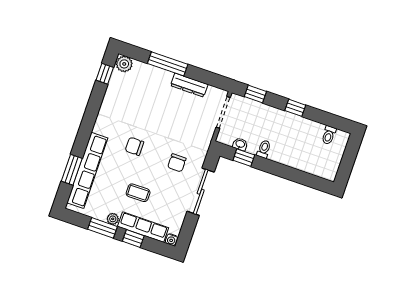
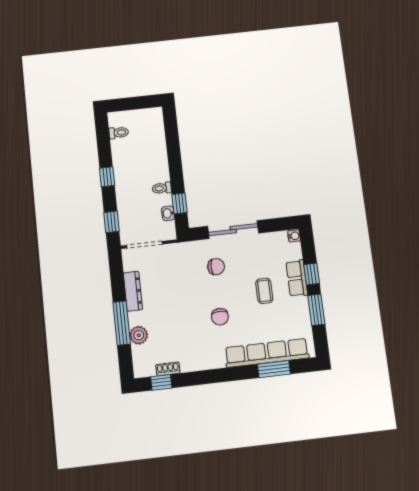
plant: (124, 64) -> (139, 335), moved
shoe rack: (113, 84) -> (168, 369), added
plant: (113, 219) -> (302, 304), removed
row of seats: (143, 227) -> (297, 278), width x0.68

